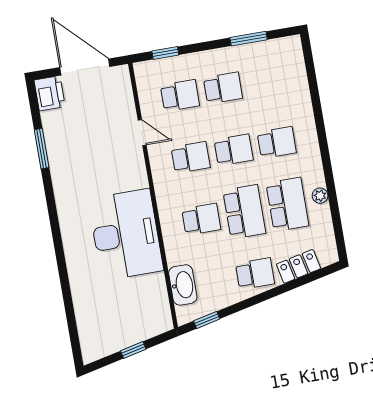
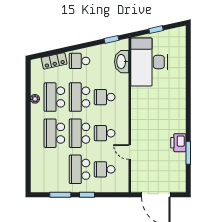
window: (165, 53) -> (87, 195), moved
school desk: (223, 88) -> (80, 169), width x1.85
printer: (50, 93) -> (178, 143), moved
school desk: (277, 142) -> (54, 133), width x1.85
school desk: (234, 150) -> (80, 133), width x1.85
desk: (126, 235) -> (149, 62), moved

